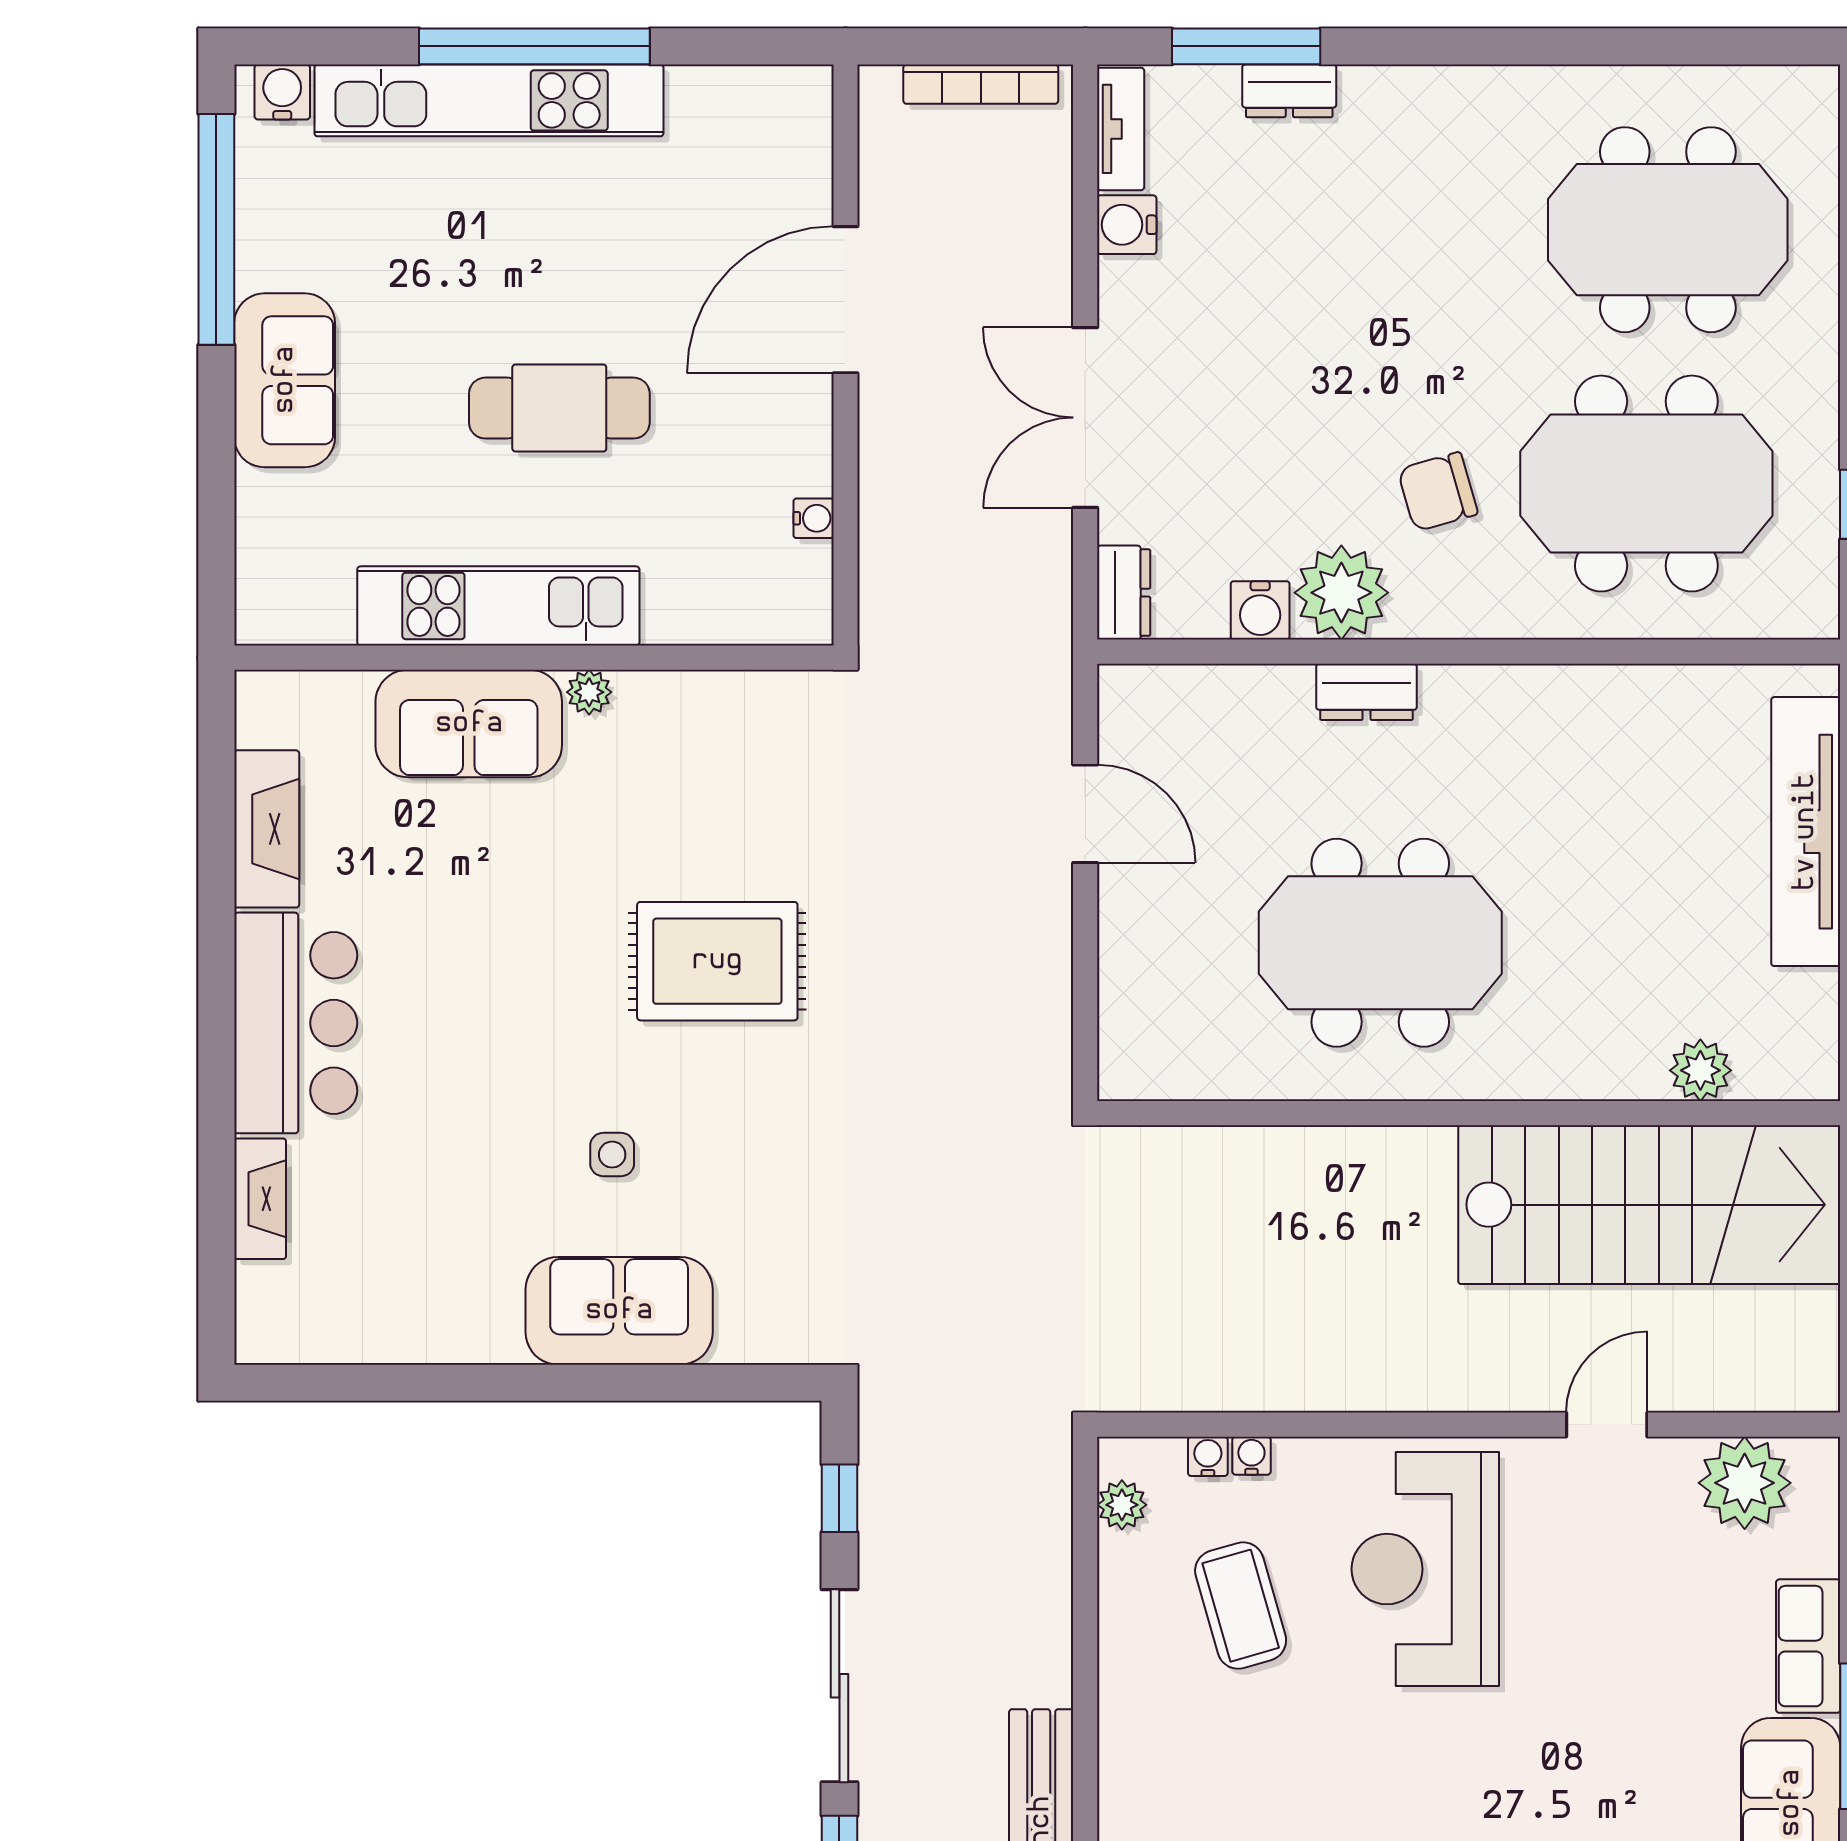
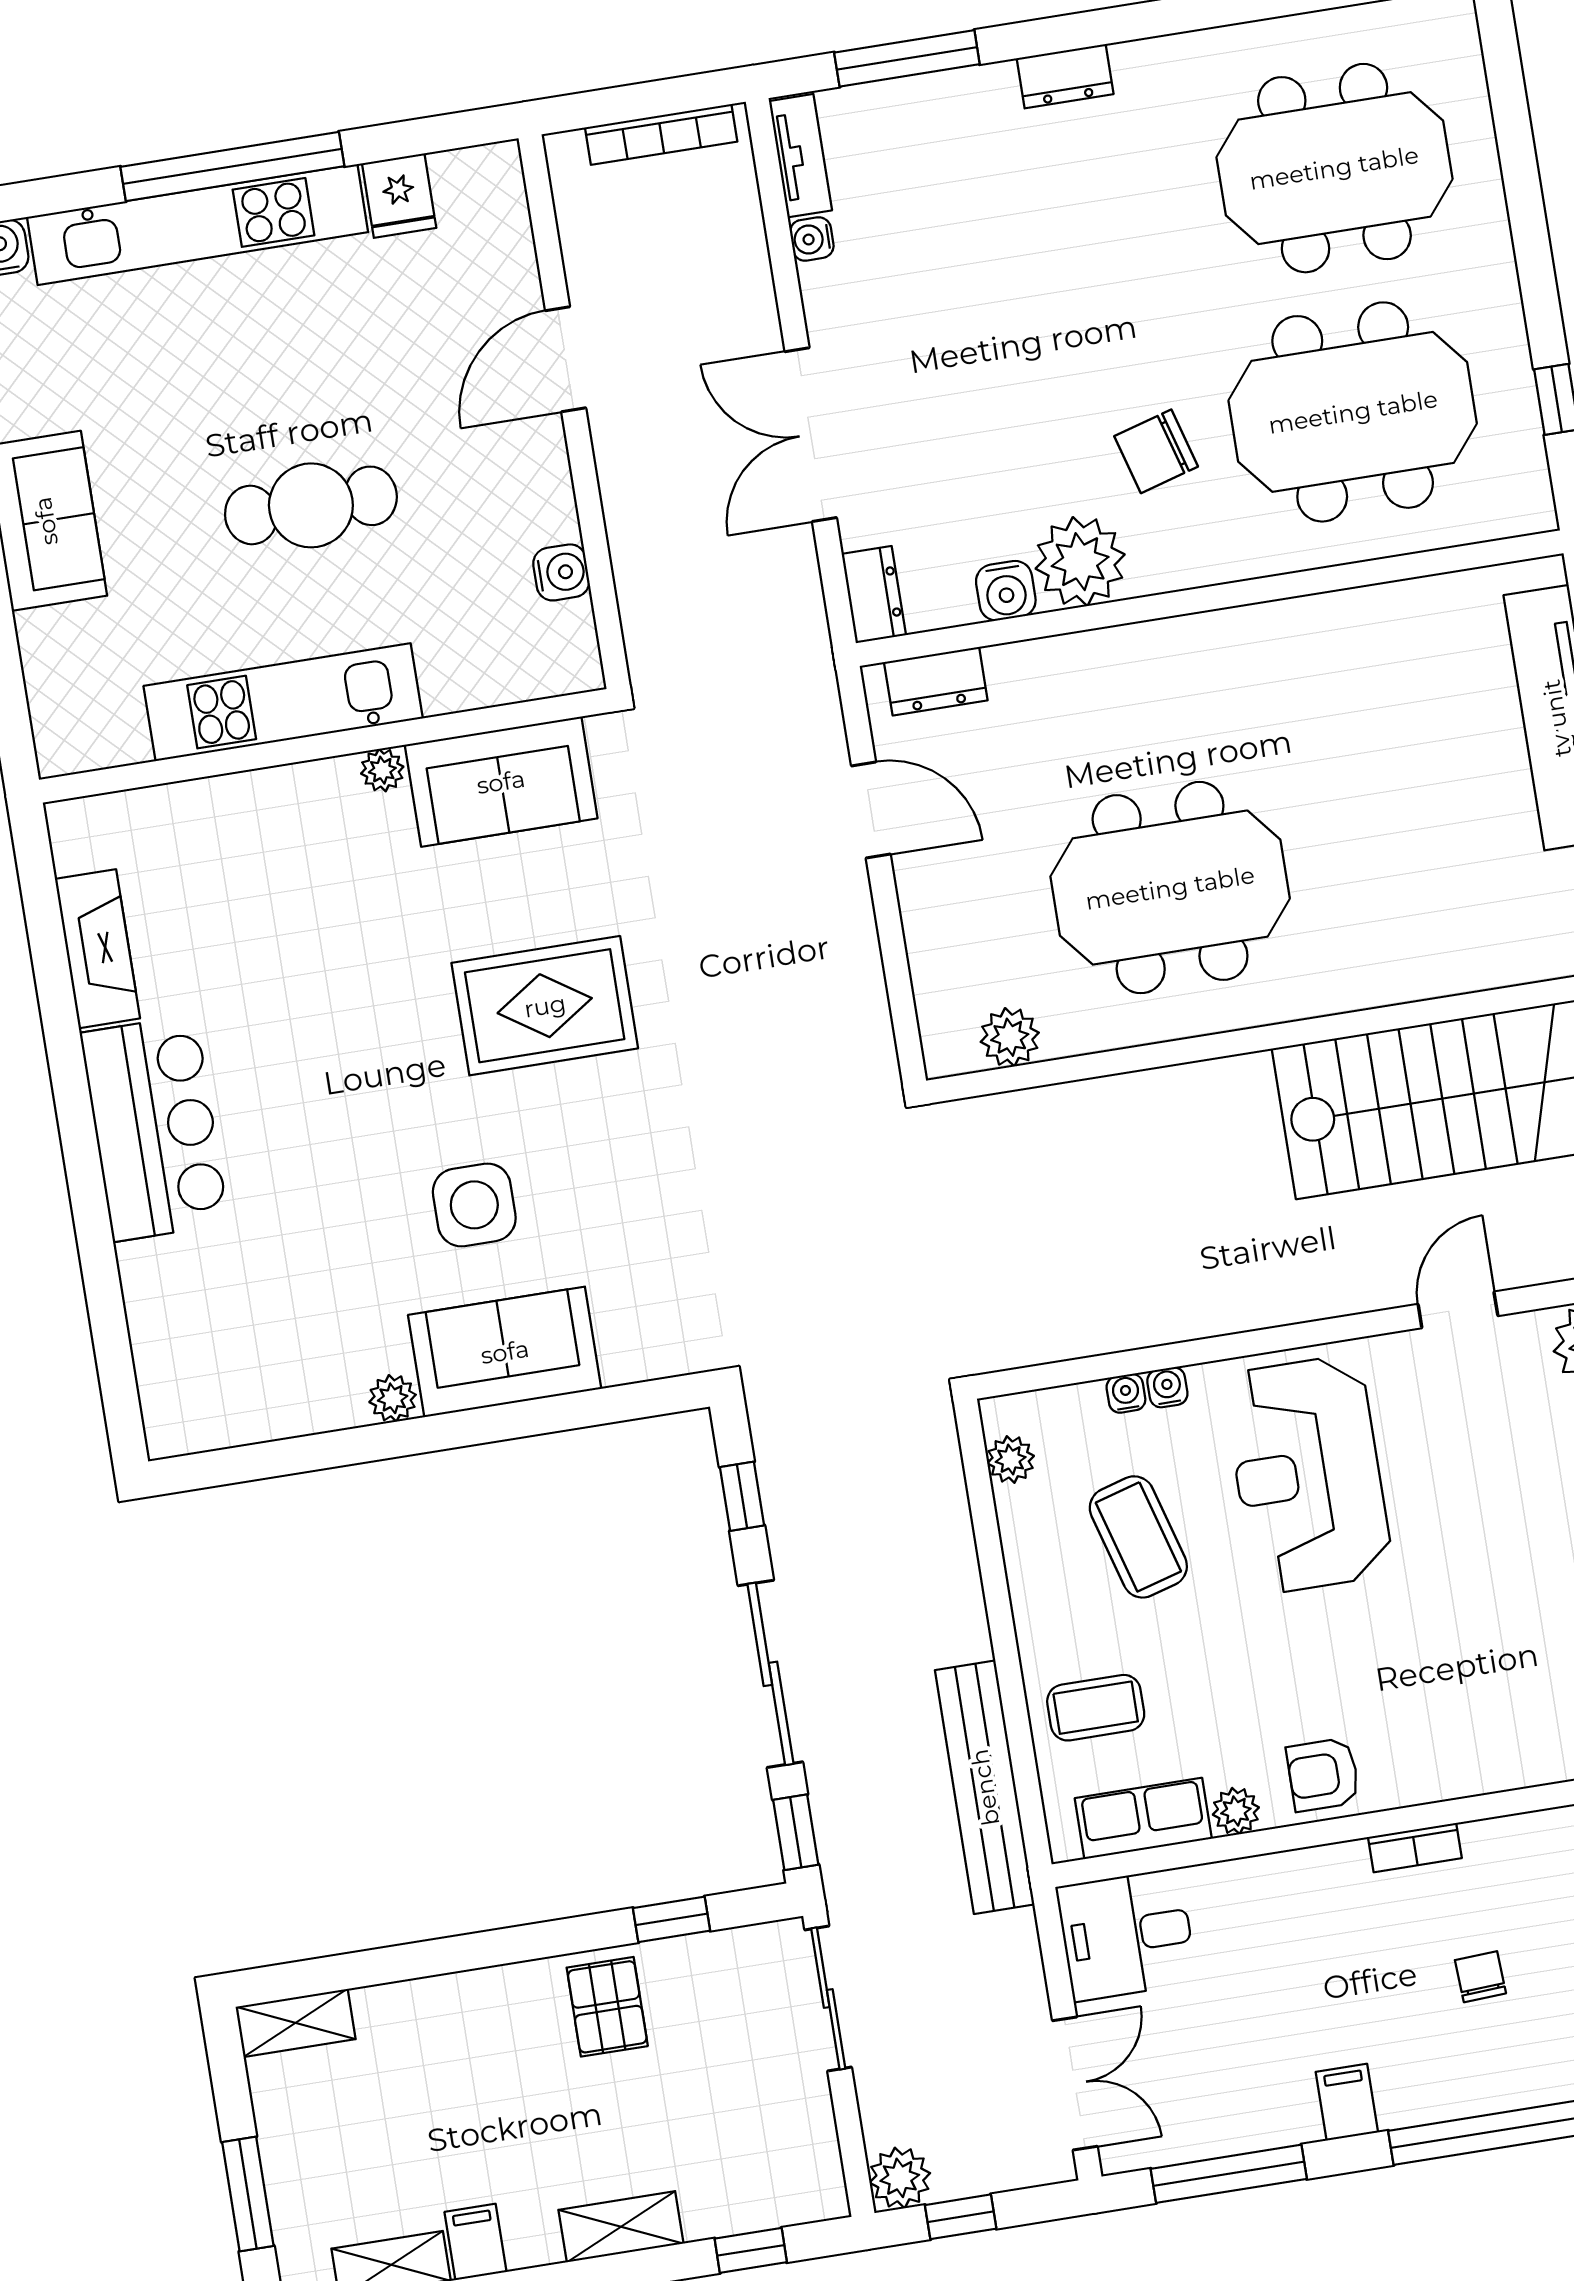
dresser: (1289, 91) -> (1065, 76), moved
fridge: (701, 104) -> (399, 196), added
water cooler: (1127, 225) -> (812, 239), width x0.72, depth x0.72
door: (845, 300) -> (566, 359), width x0.73
water cooler: (814, 518) -> (561, 572), width x1.38, depth x1.38
dresser: (1367, 692) -> (936, 681), moved
sofa: (469, 724) -> (501, 782), moved
plant: (1700, 1070) -> (1010, 1037), moved
side table: (612, 1155) -> (474, 1205), width x1.87, depth x1.87
fireplace: (260, 1199) -> (147, 1300), removed
plant: (496, 1340) -> (393, 1398), added
water cooler: (1208, 1456) -> (1167, 1387), moved
coffee table: (1169, 1774) -> (1096, 1708), added

